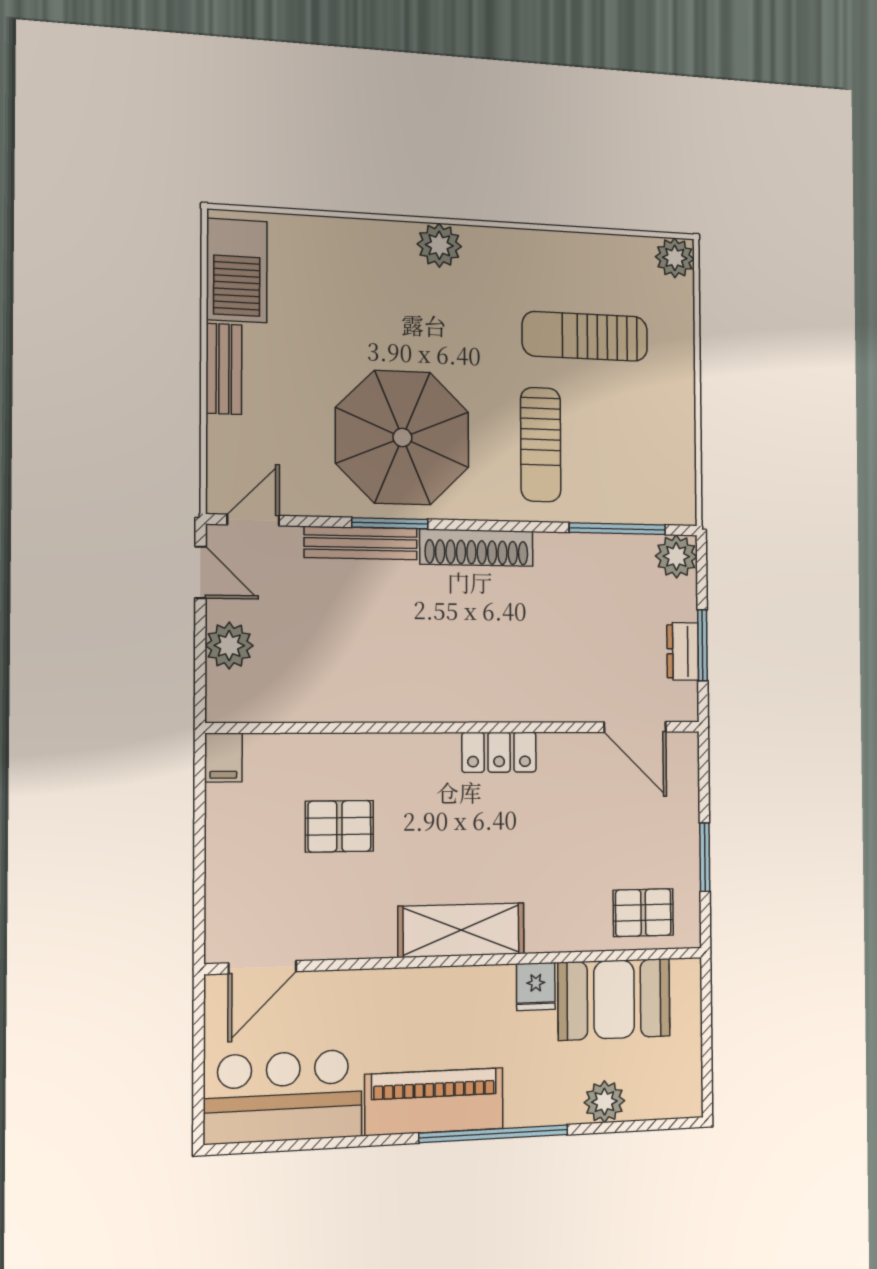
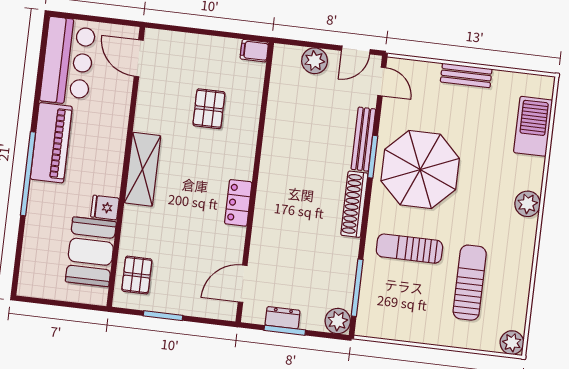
barbecue: (237, 270) -> (533, 126), moved, turned 90
plant: (604, 1102) -> (35, 239), removed

